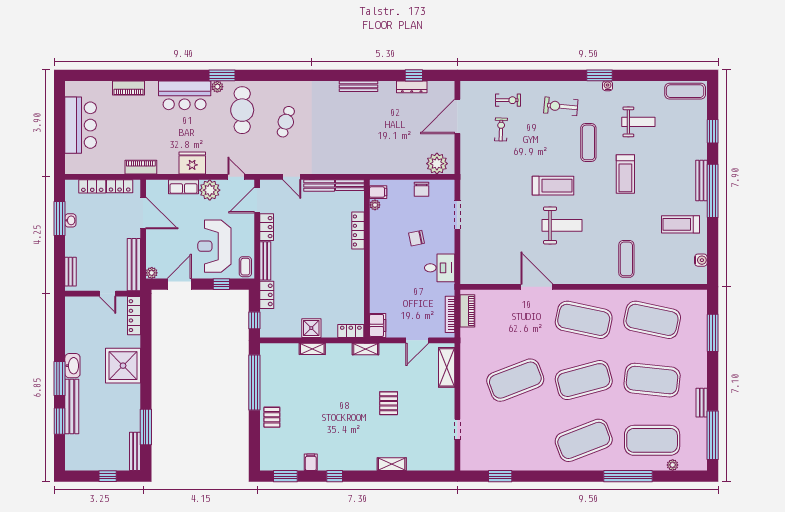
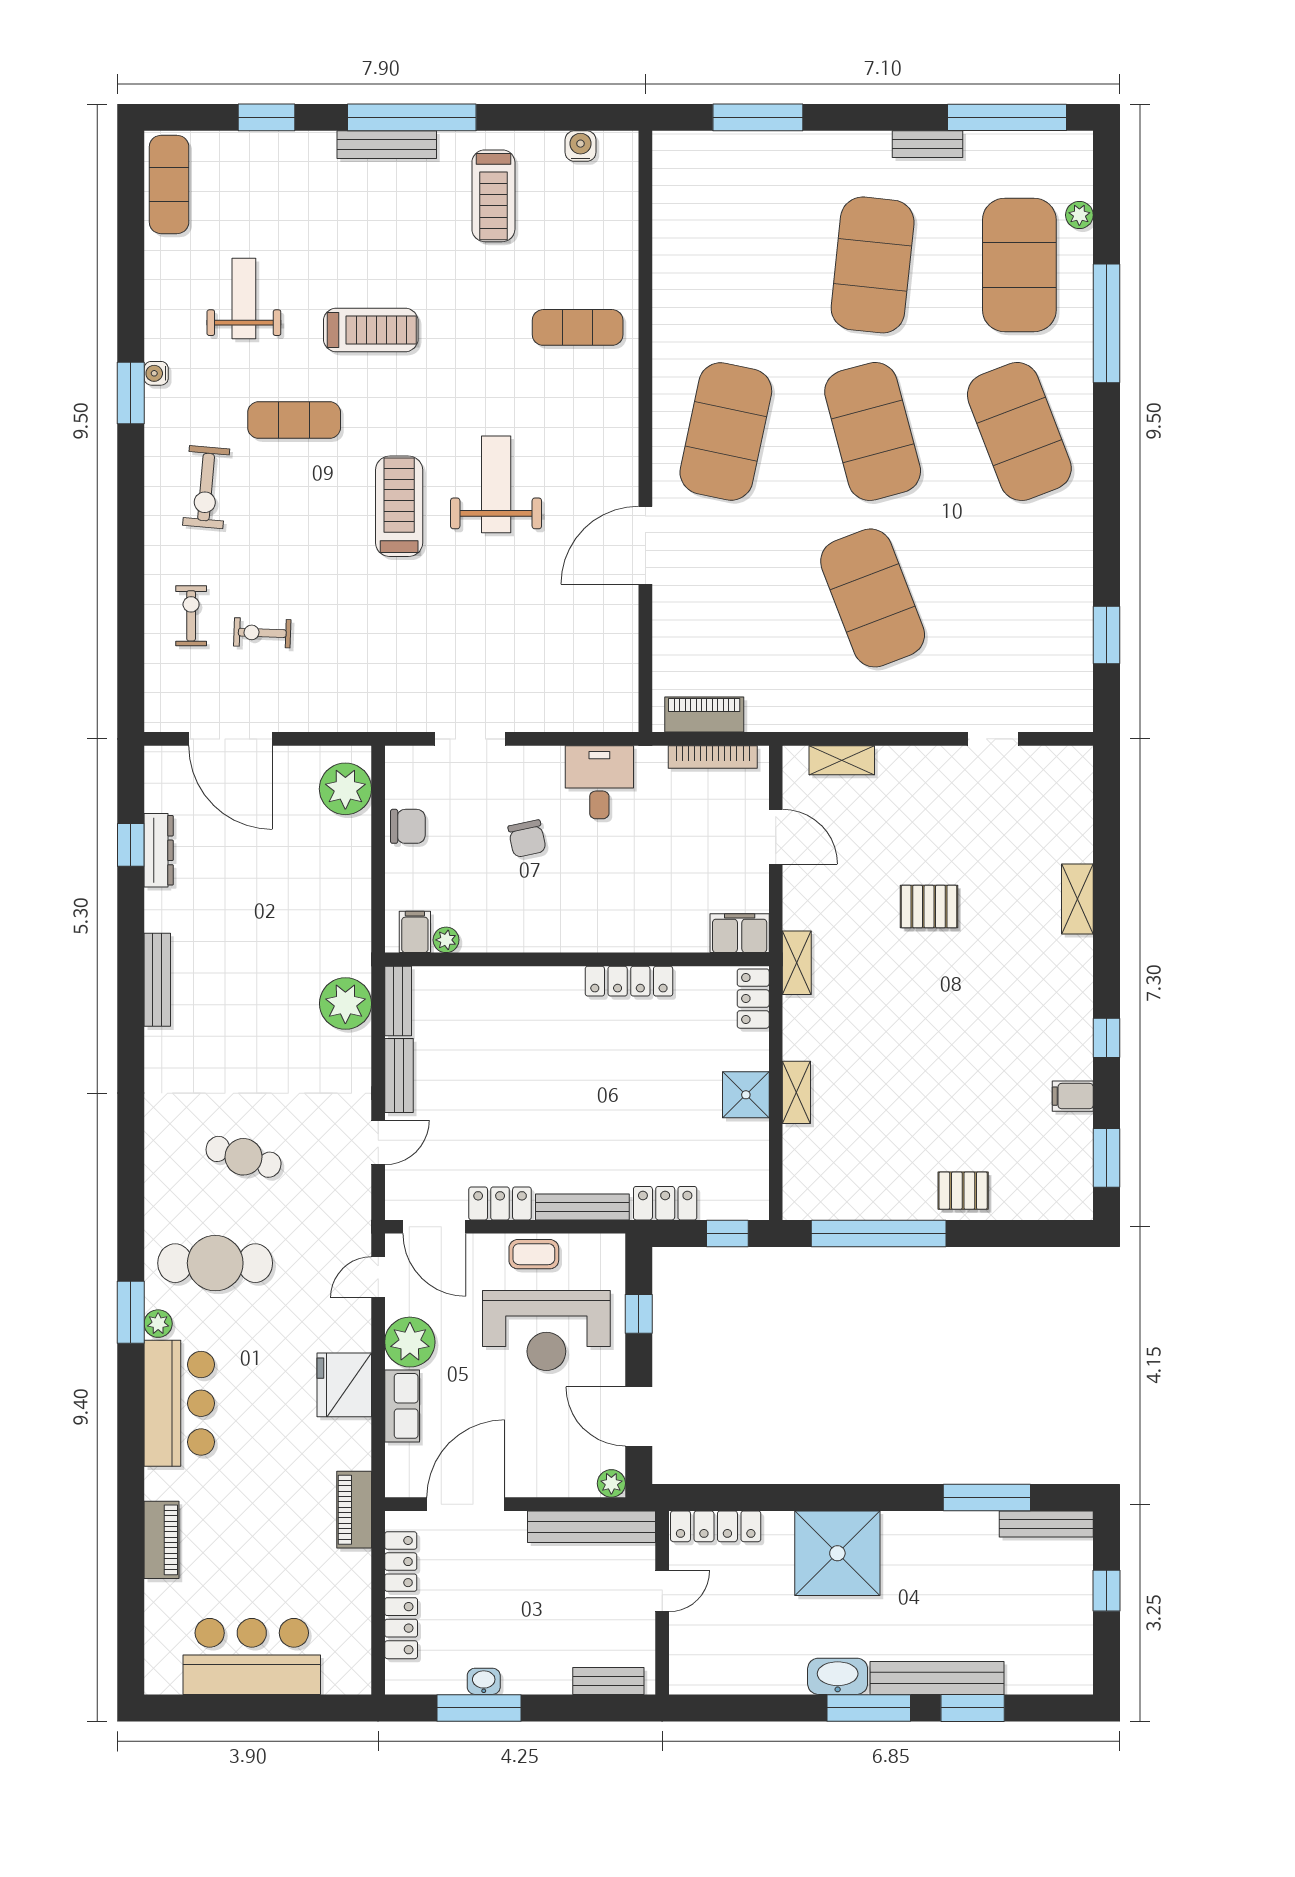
plant: (349, 164) -> (345, 1004), added
locker: (358, 230) -> (629, 981), moved
coffee table: (245, 267) -> (534, 1254), moved
exercise mat: (652, 320) -> (726, 265), removed
shelving: (447, 367) -> (842, 760), width x0.67, depth x0.75

